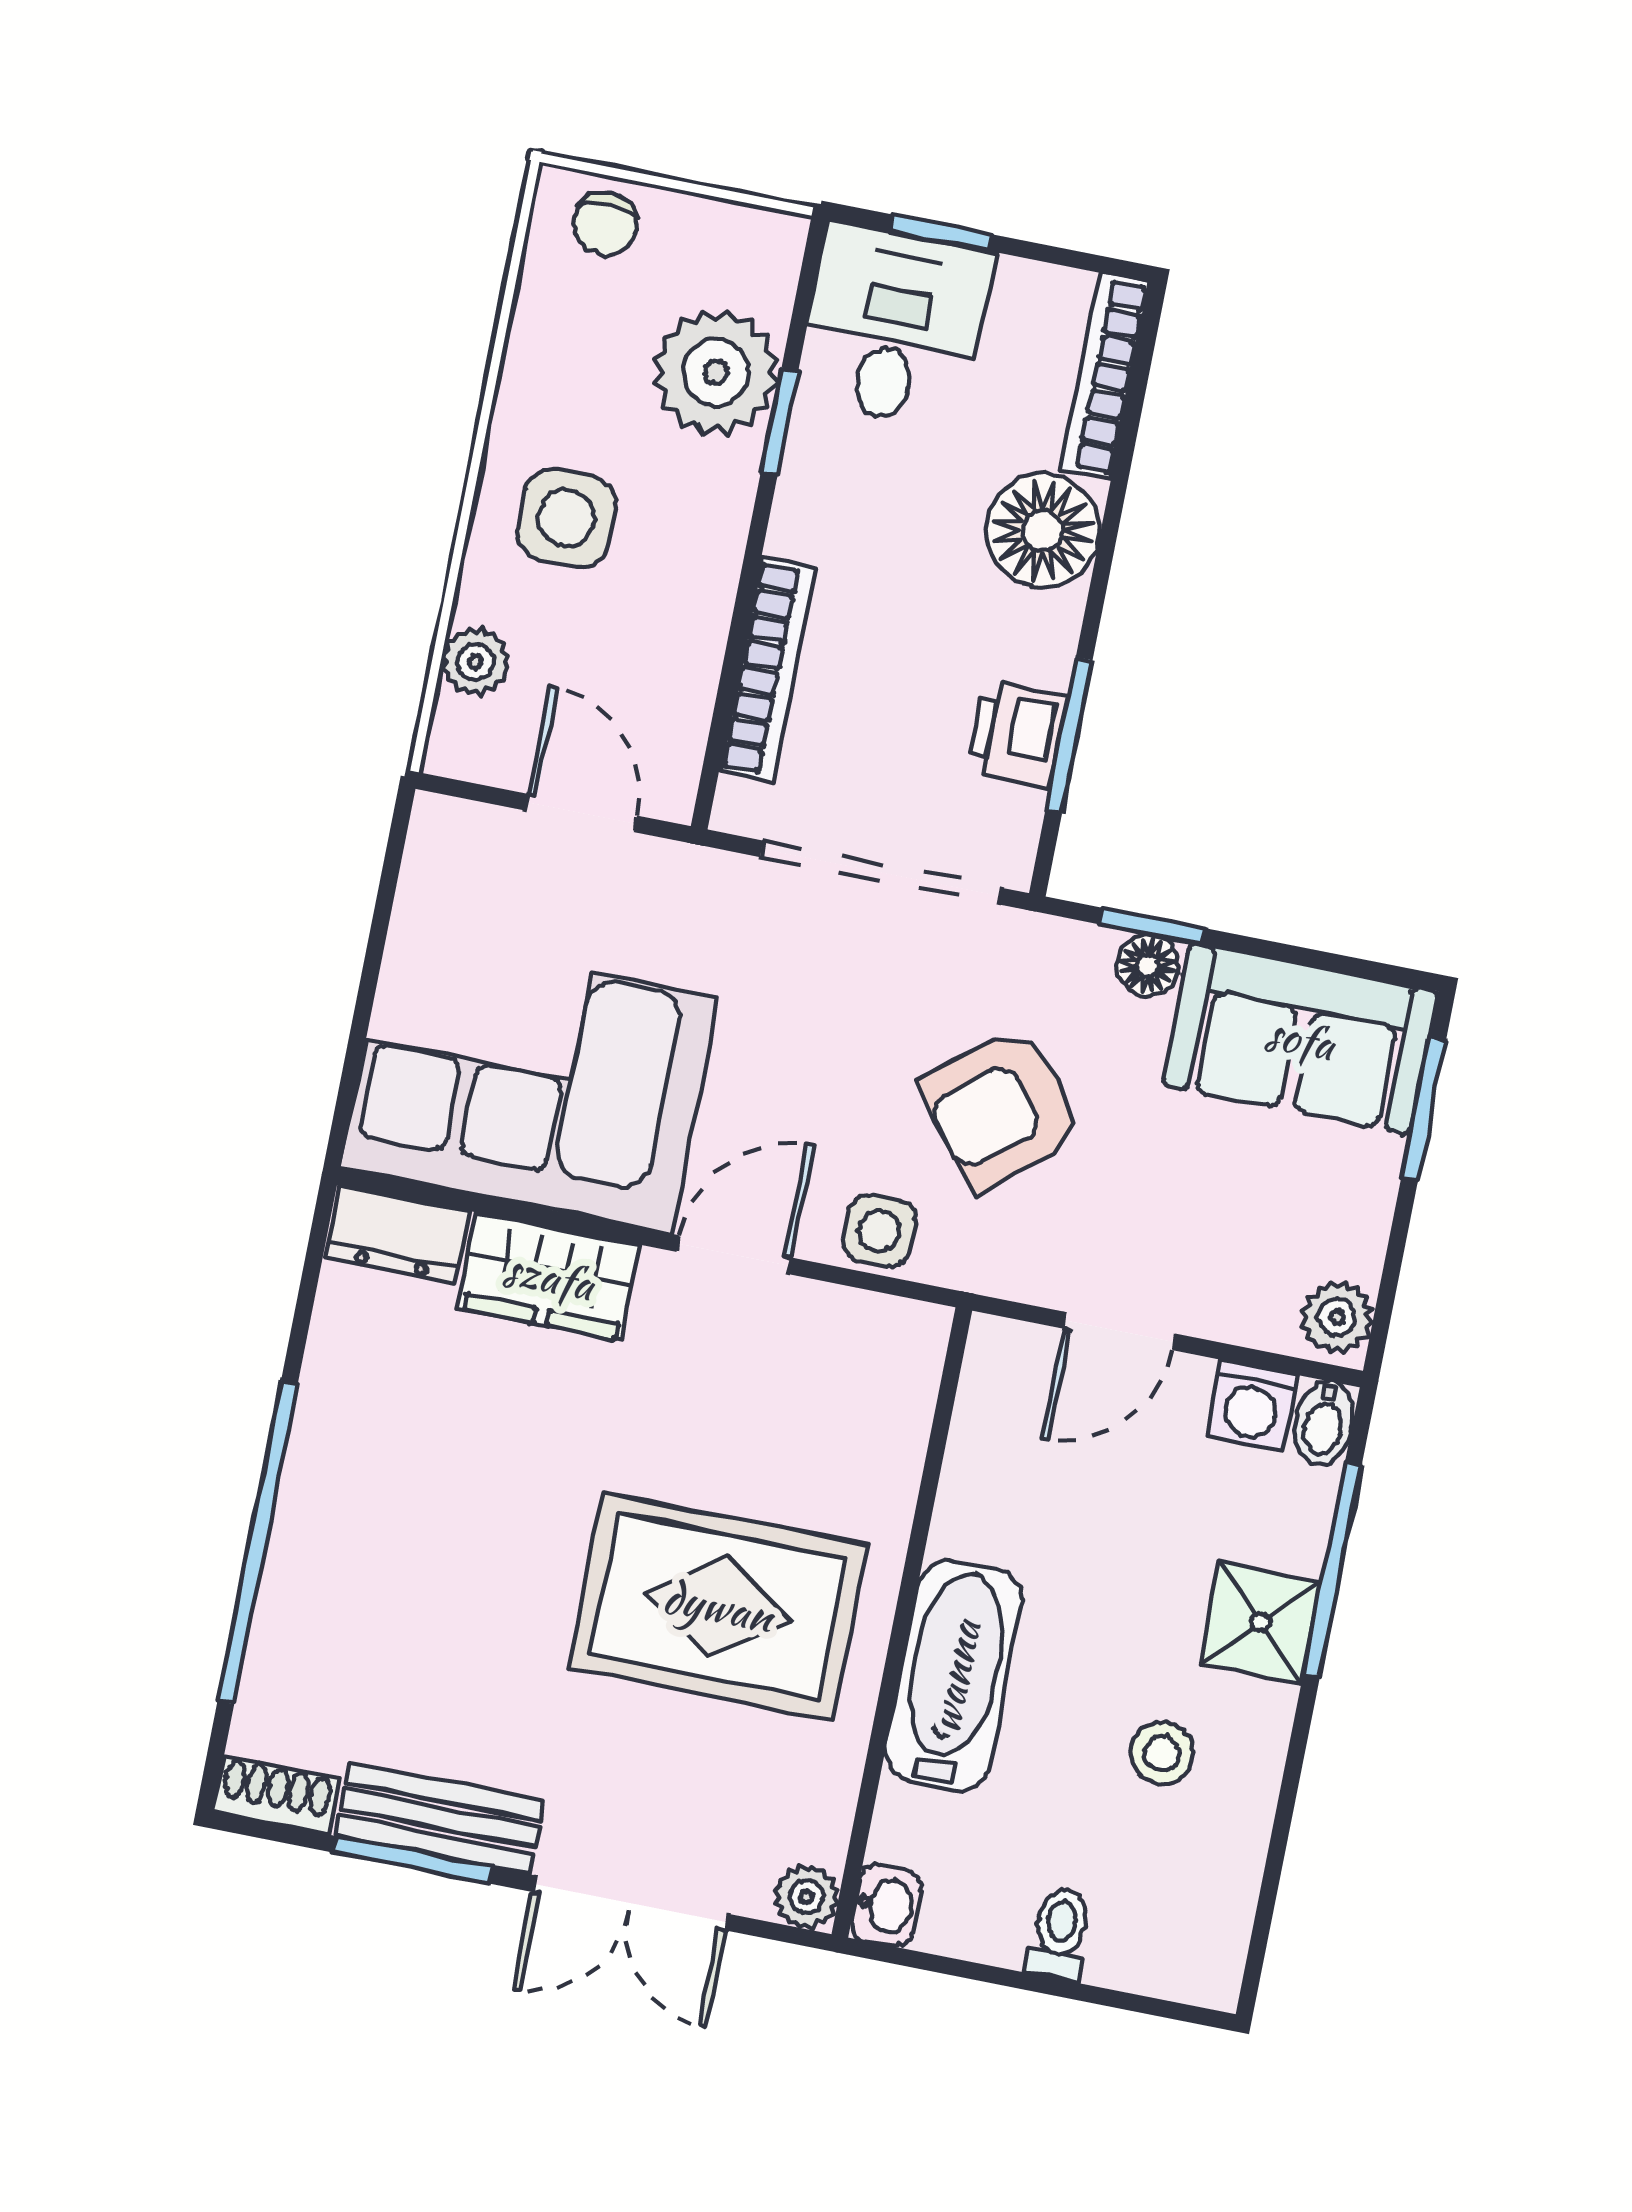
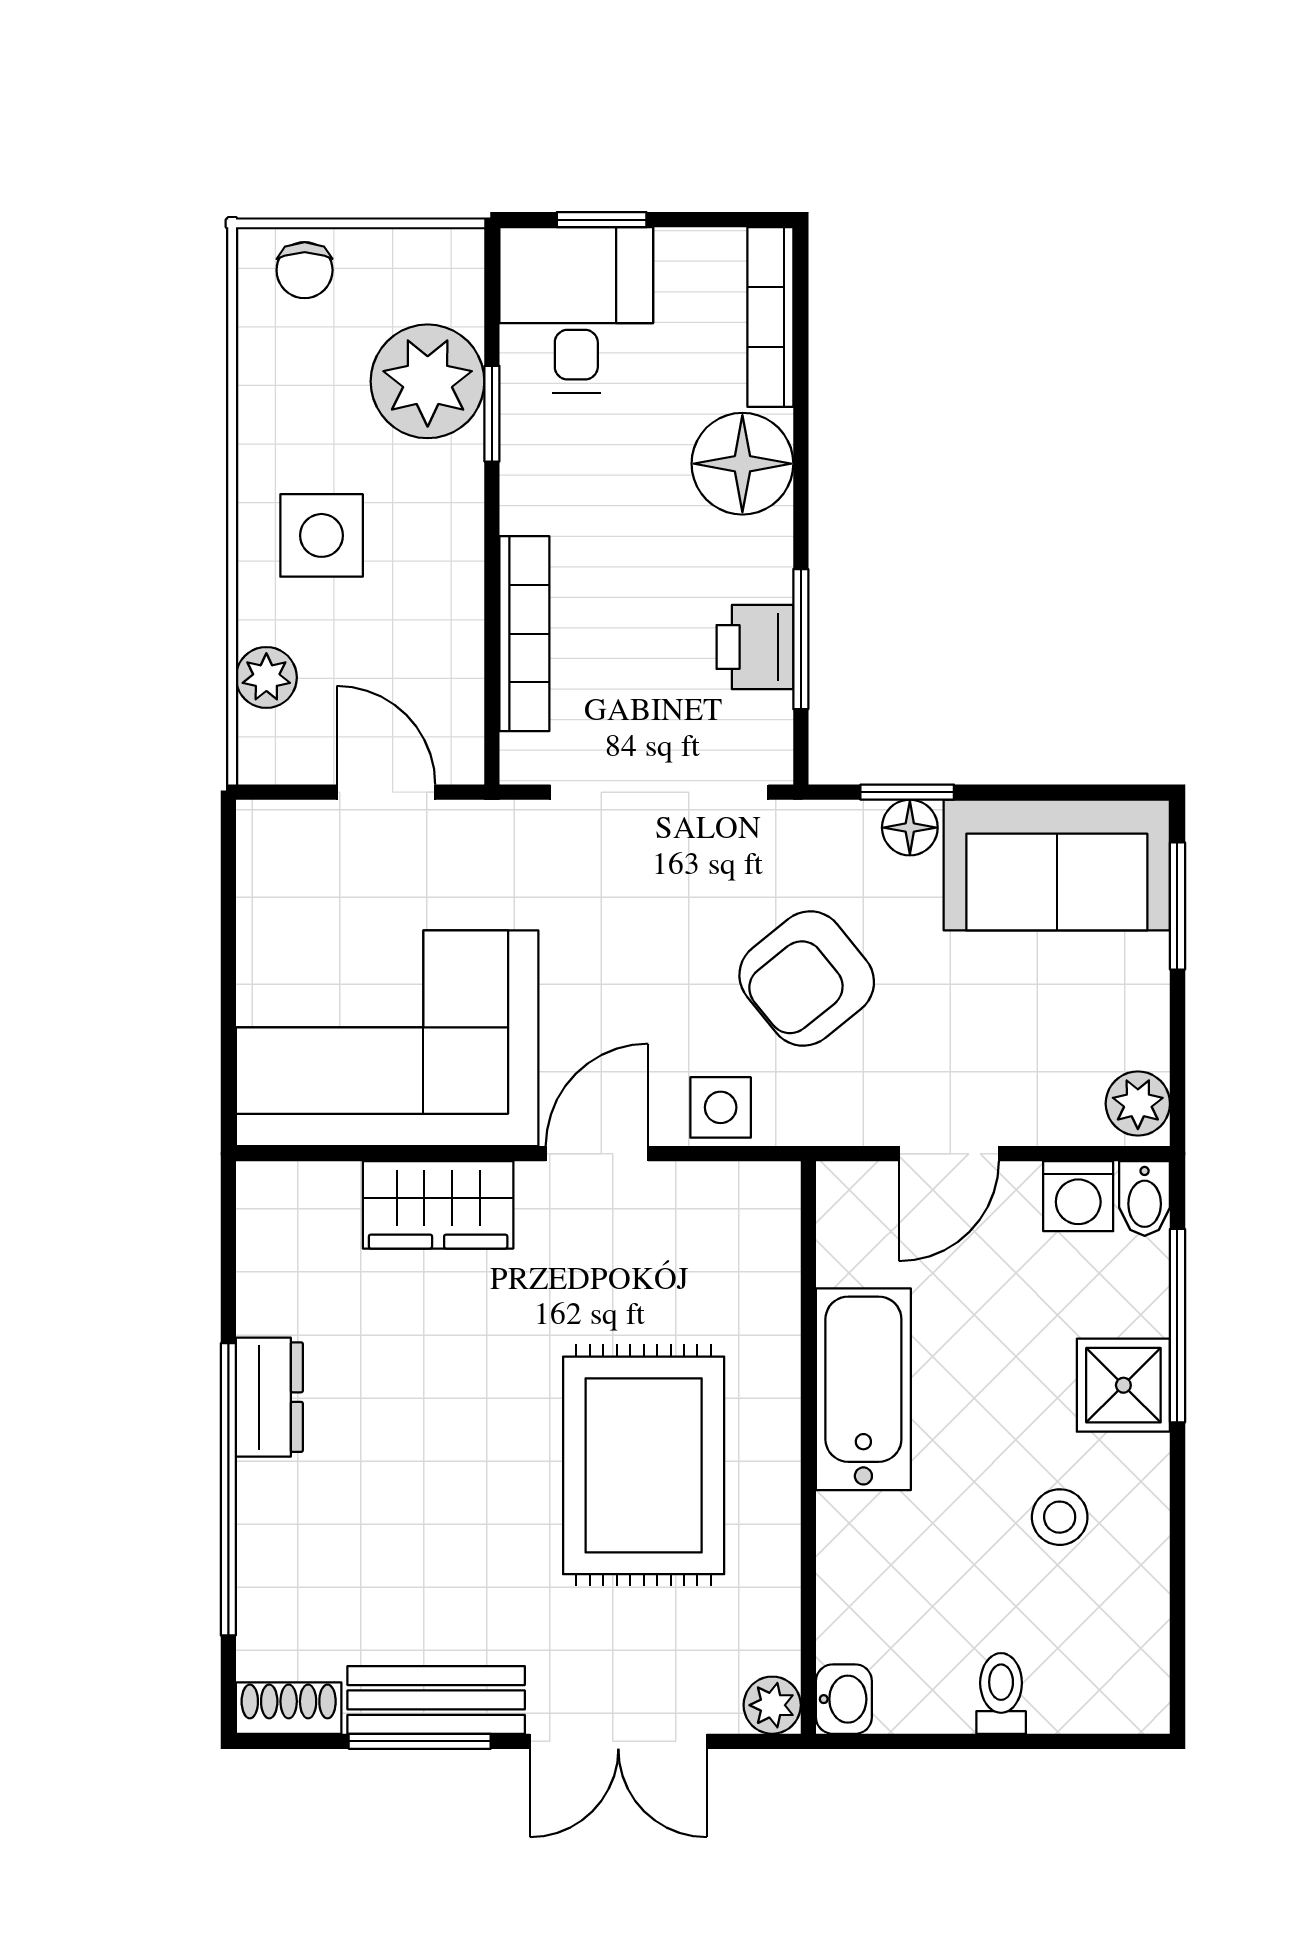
dresser: (397, 1235) -> (269, 1397), moved, turned -90
rug: (718, 1606) -> (644, 1465), turned 90
bathtub: (954, 1676) -> (863, 1389), moved

